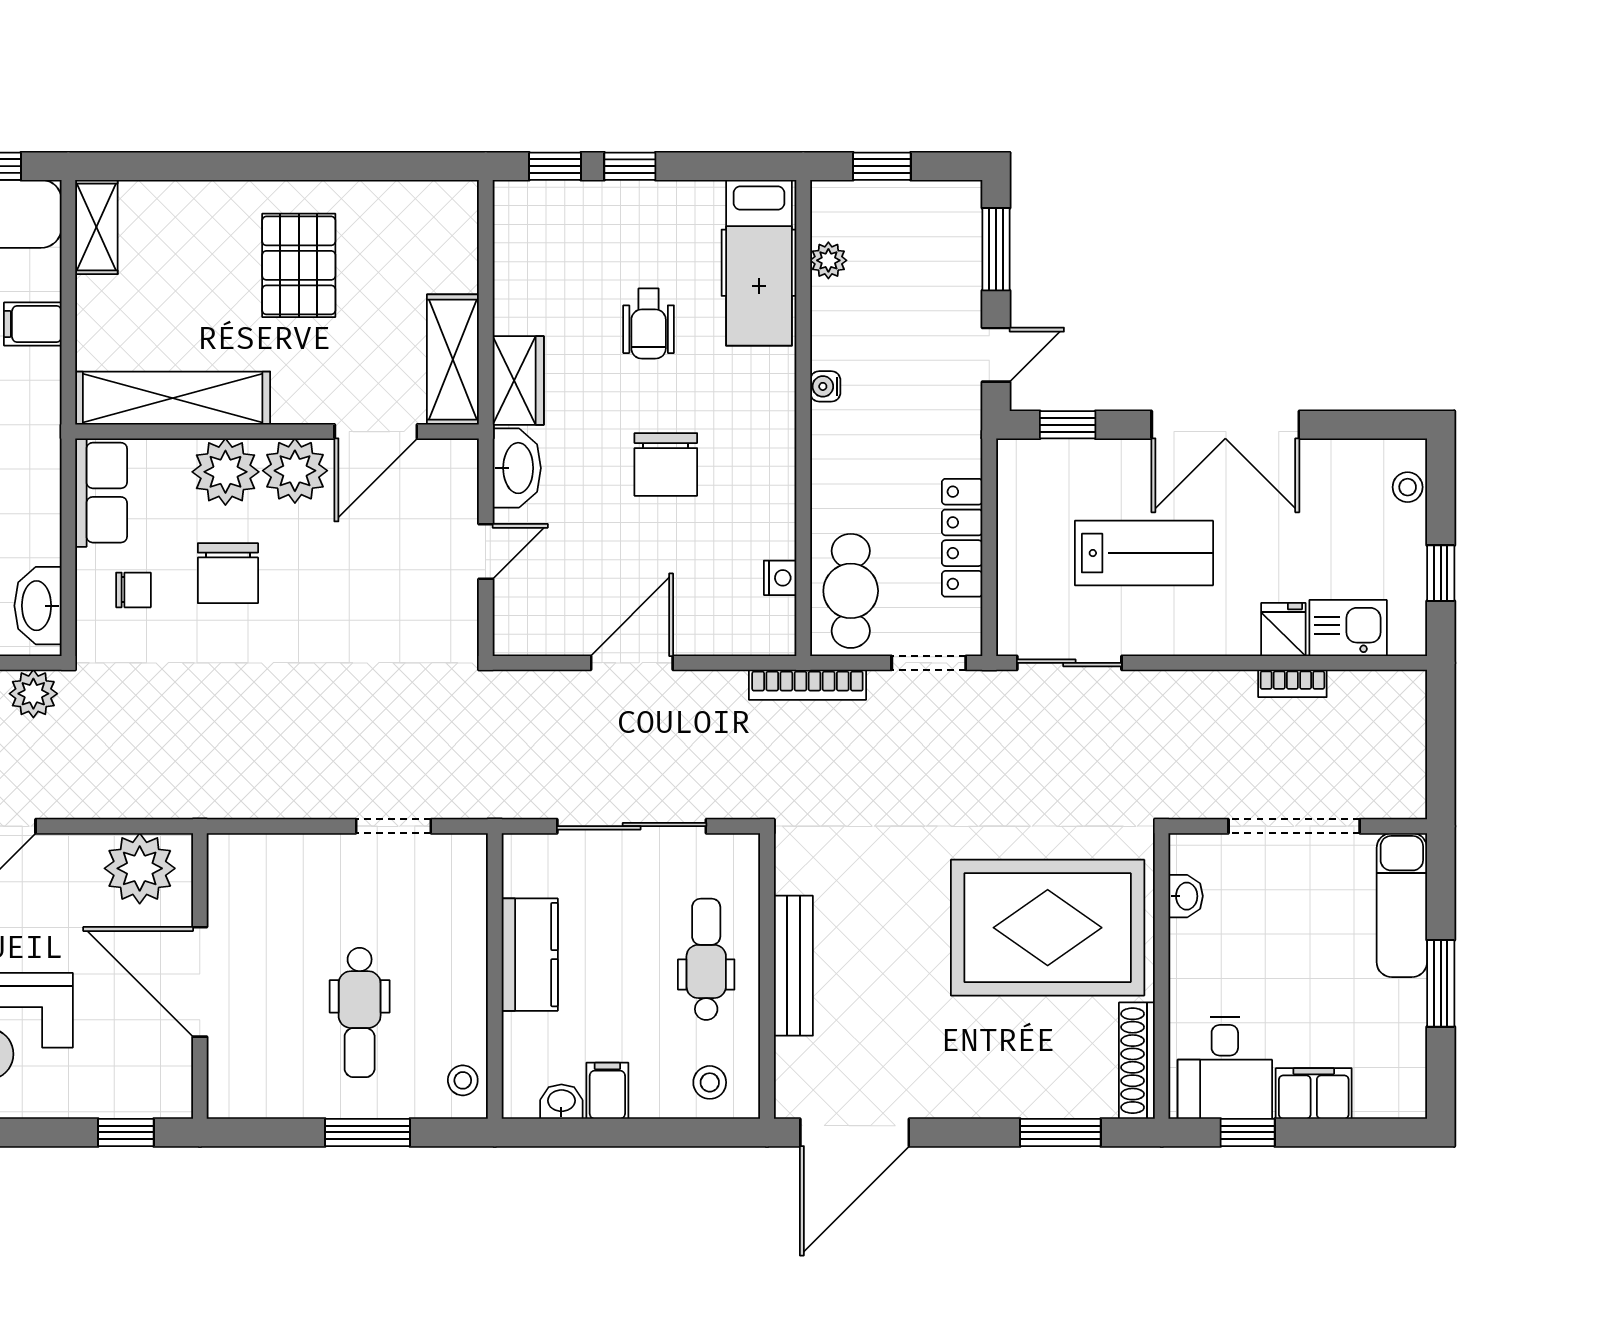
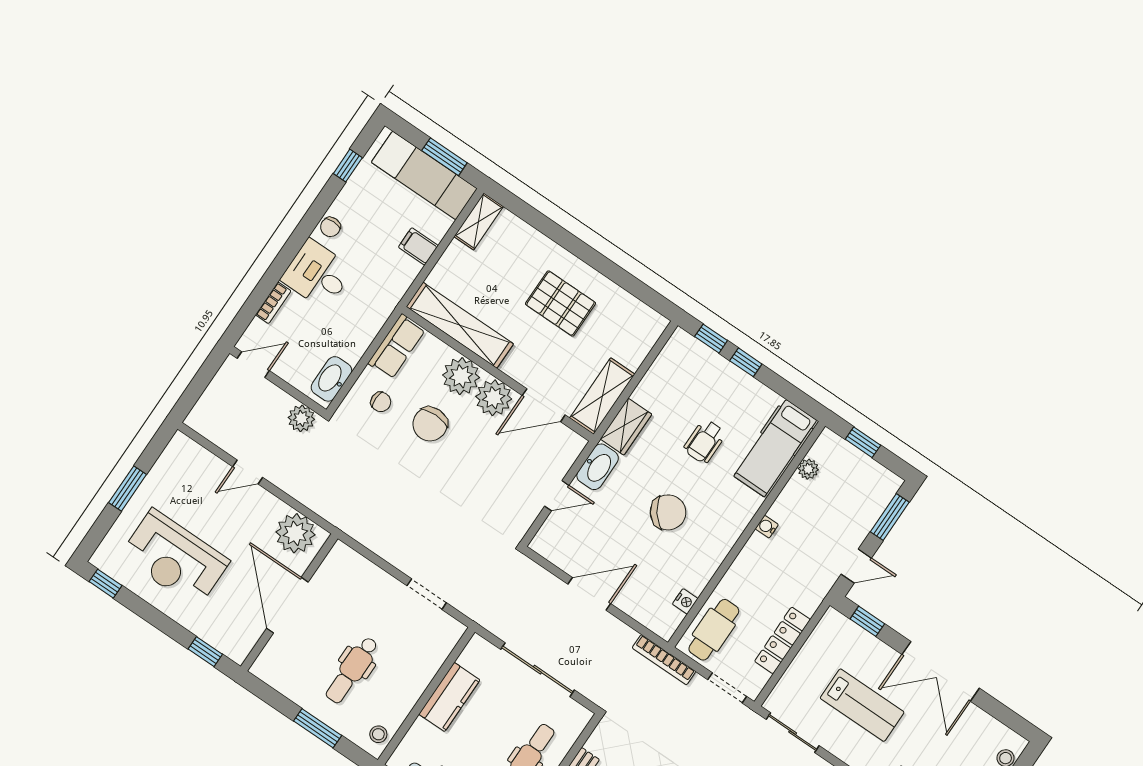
pallet: (299, 265) -> (560, 303), turned 90
chair: (666, 464) -> (668, 512), turned -127

